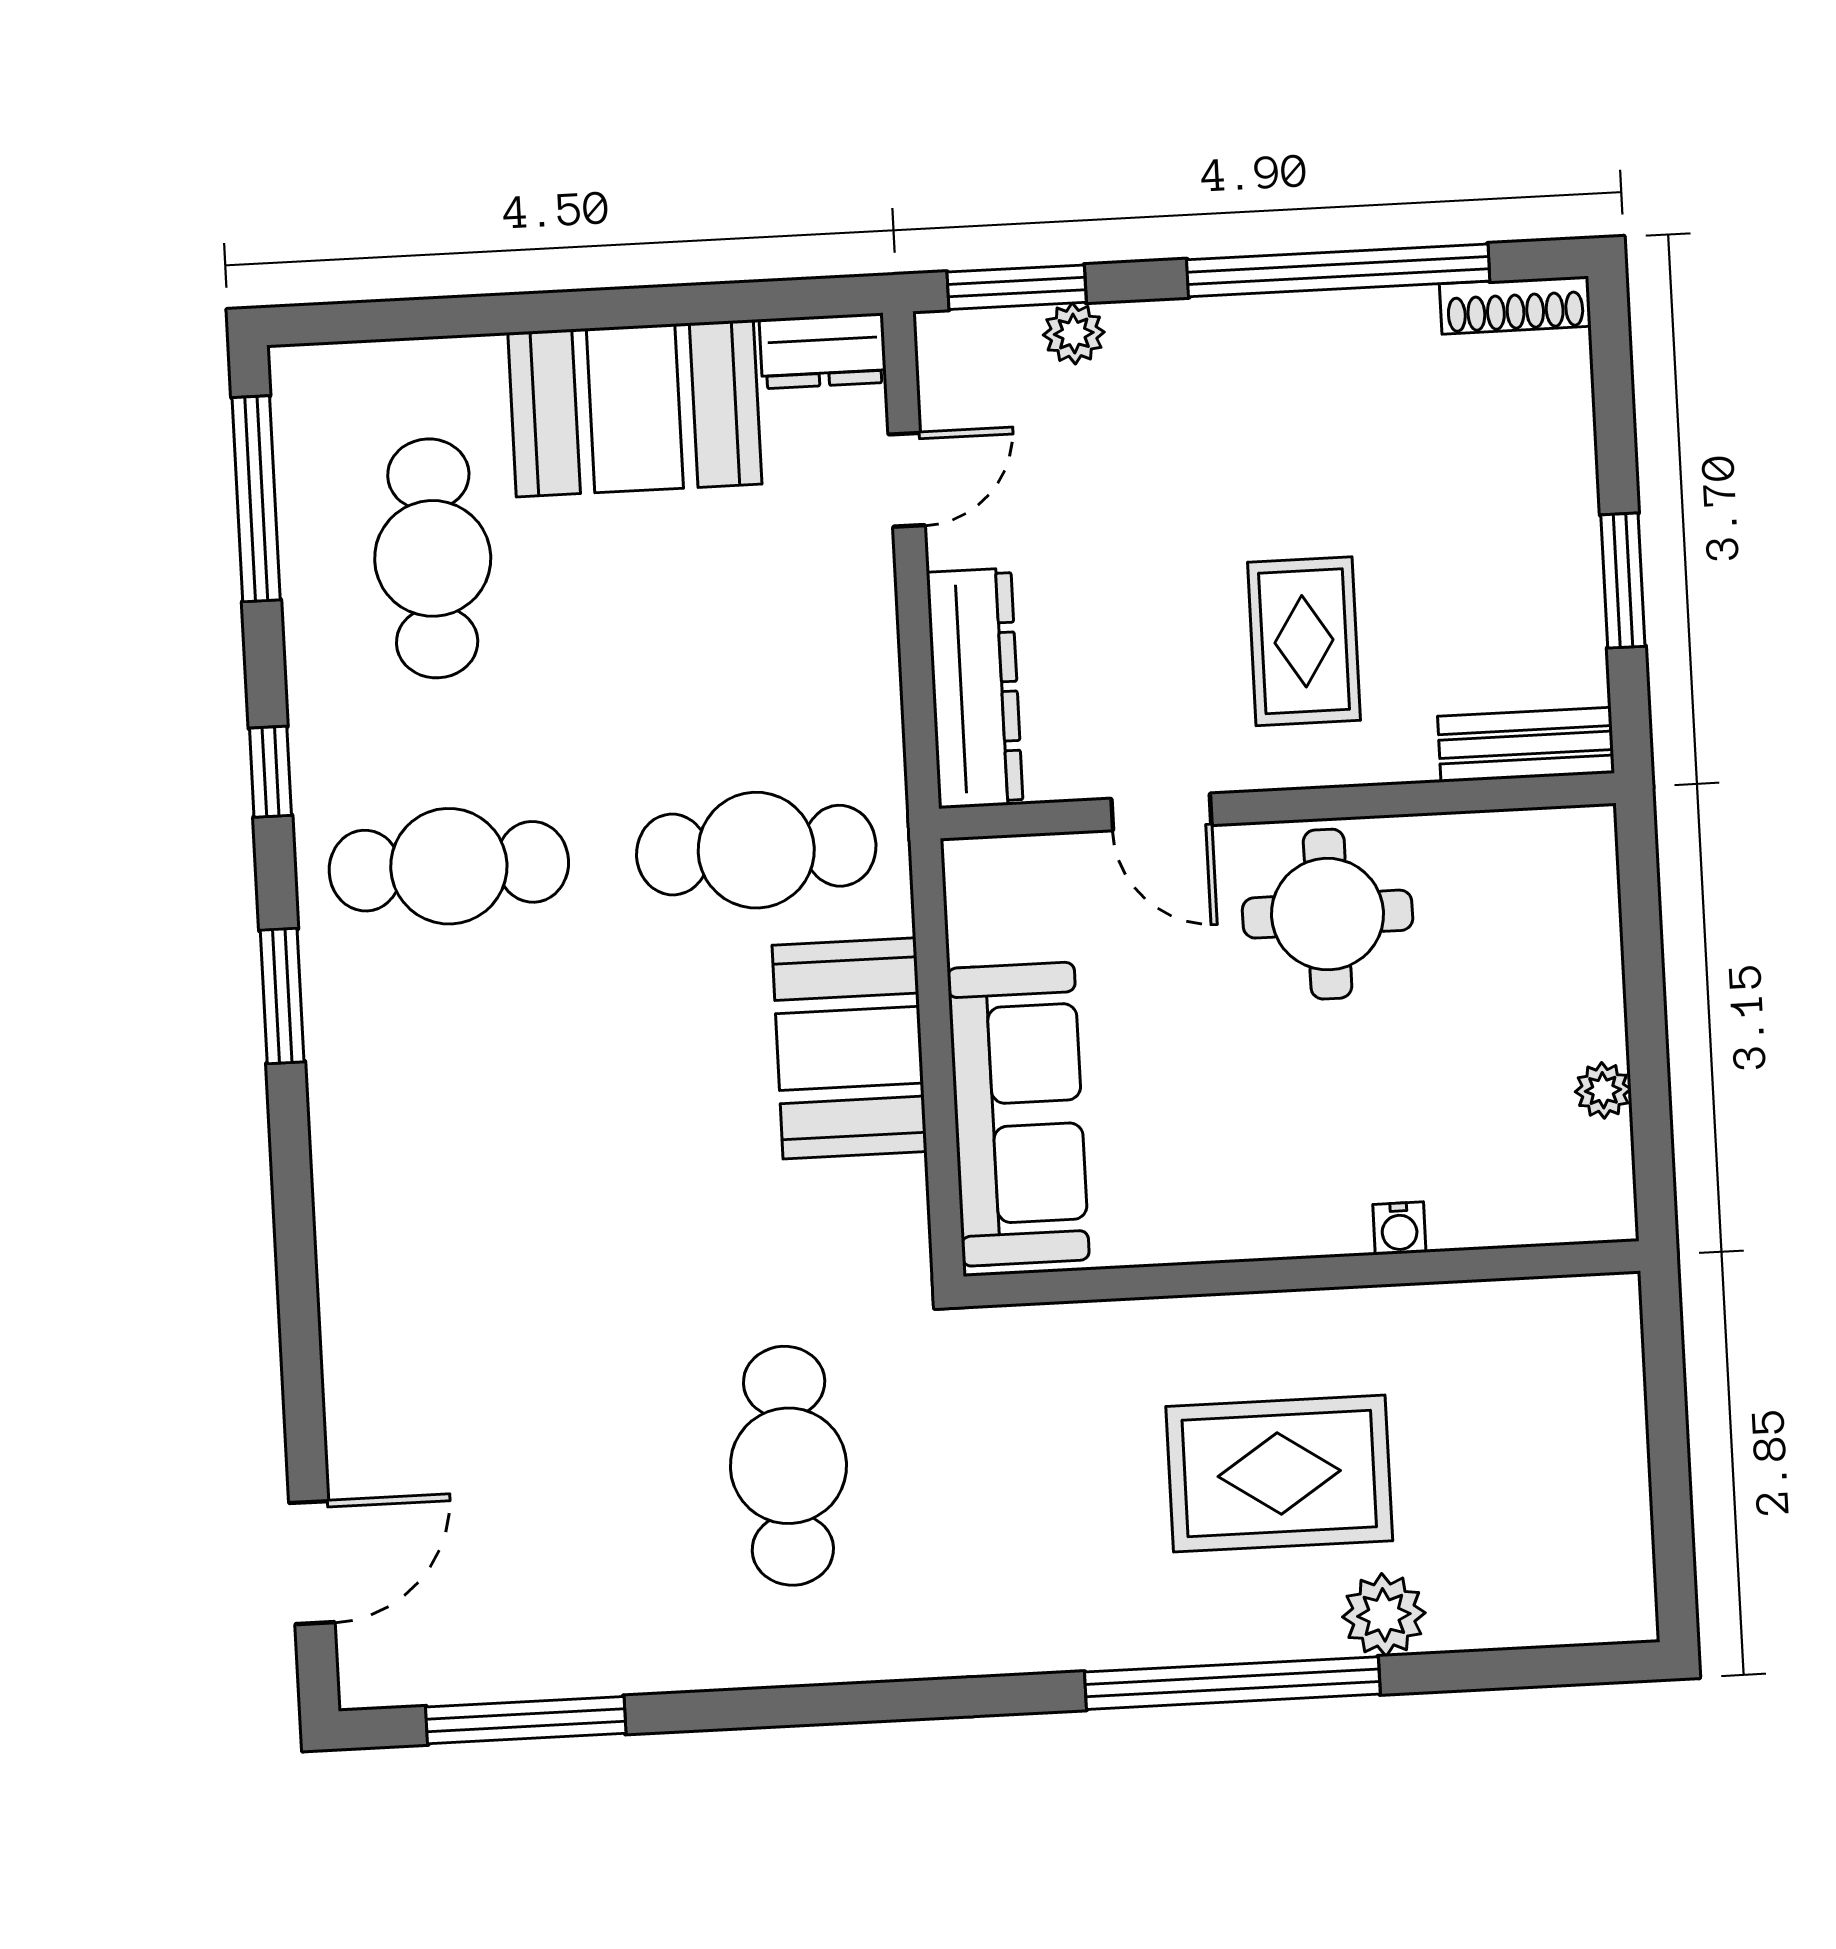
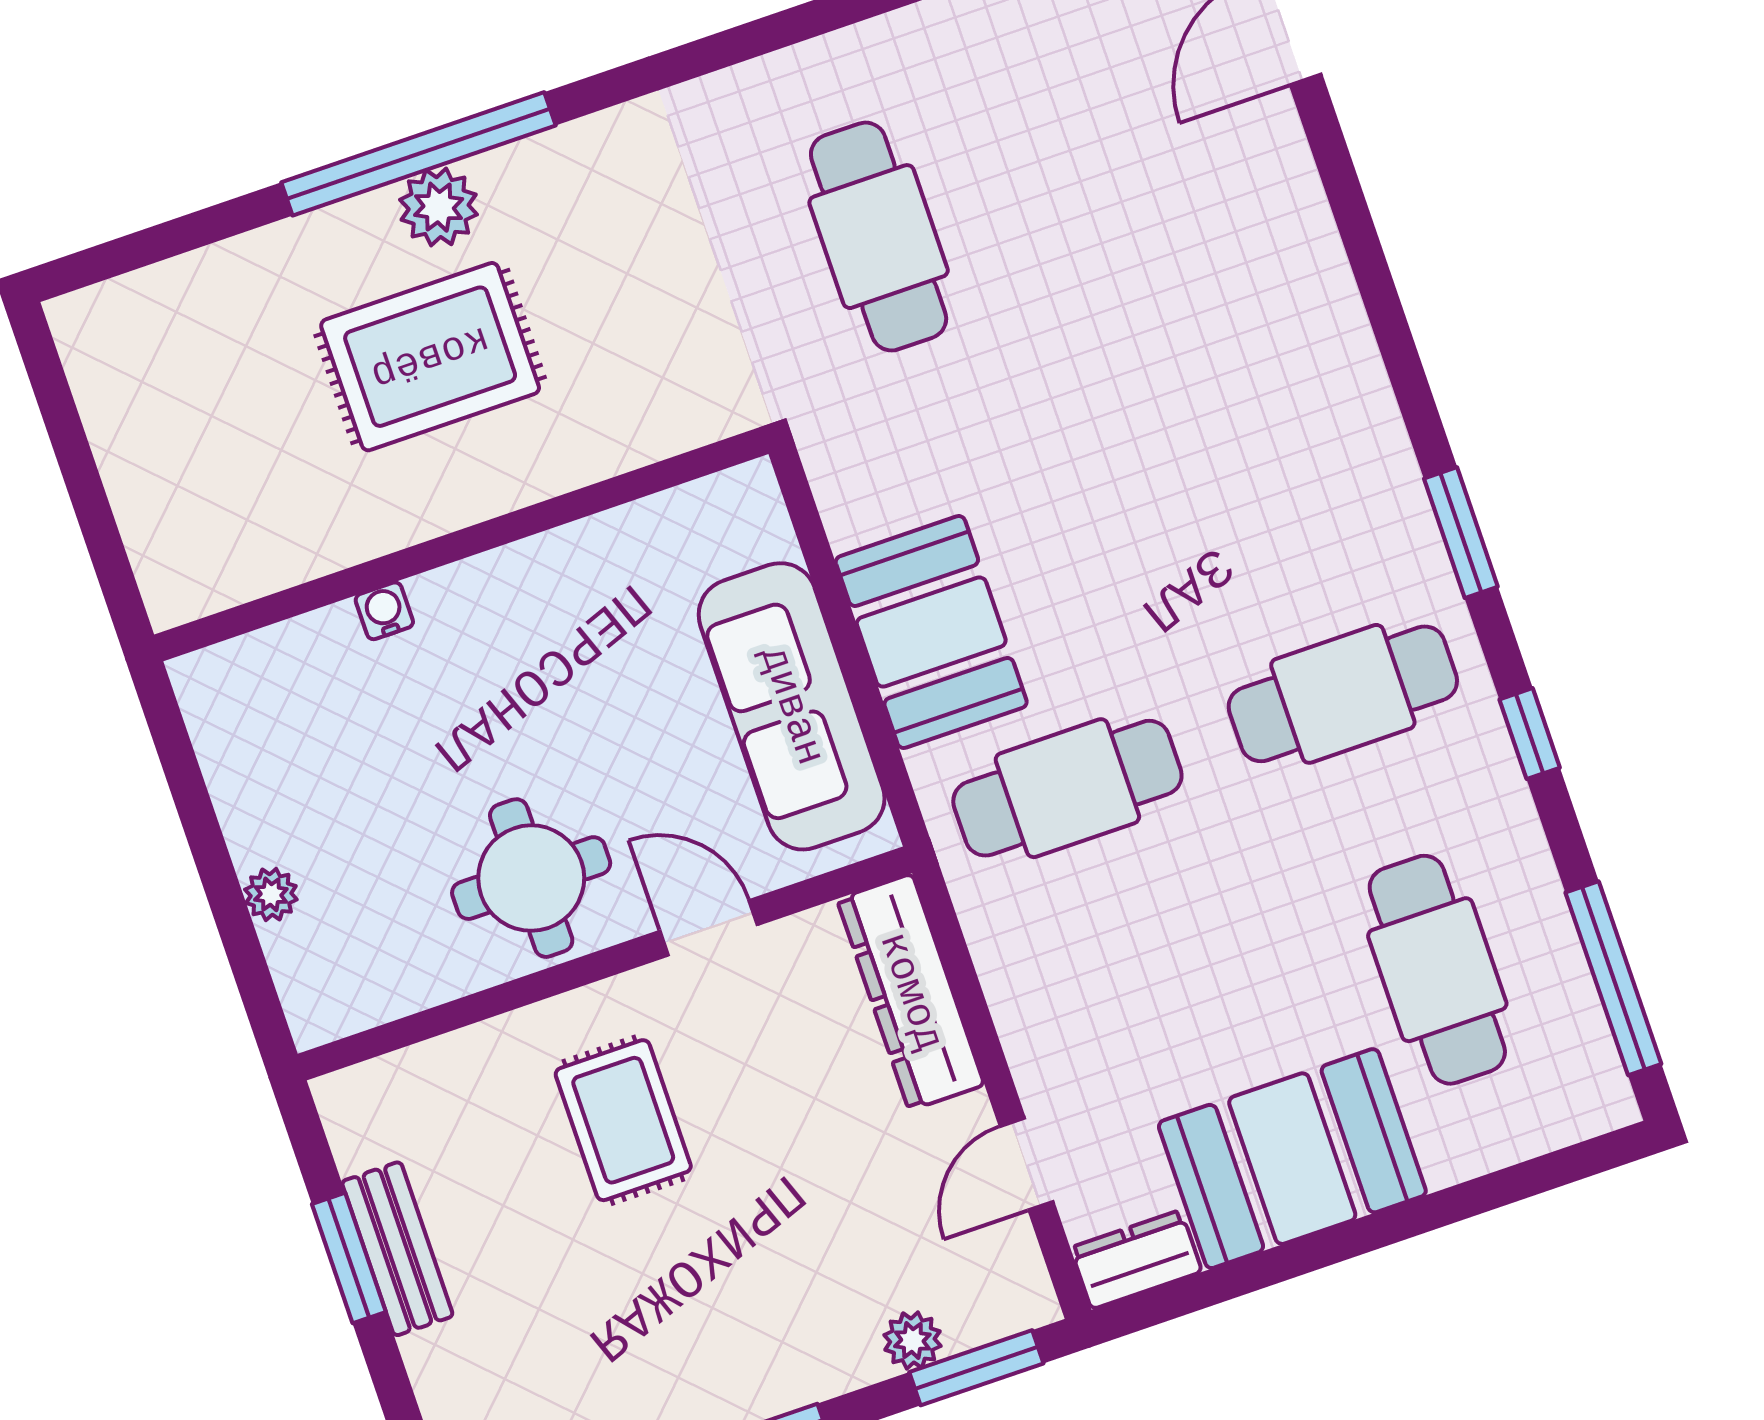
bench: (1526, 745) -> (397, 1249), moved, turned 90
plant: (1603, 1090) -> (271, 894), moved
sofa: (1018, 1114) -> (792, 706), moved
plant: (1384, 1615) -> (439, 207), moved

